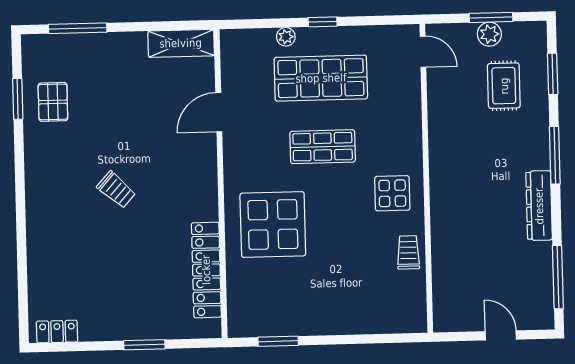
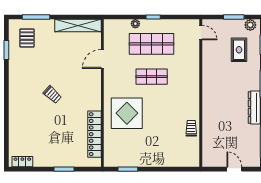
plant: (489, 34) -> (250, 25), moved
shelving: (181, 43) -> (78, 26), width x1.47
pallet: (53, 102) -> (27, 38), moved
display table: (392, 193) -> (184, 100), removed

